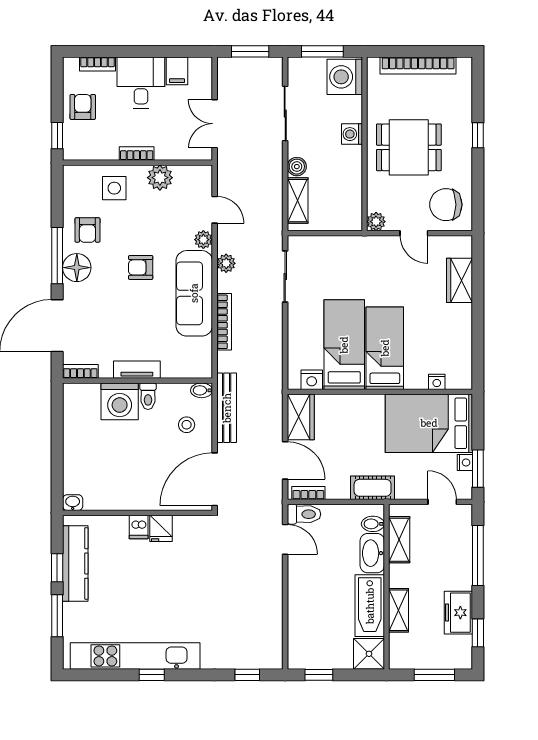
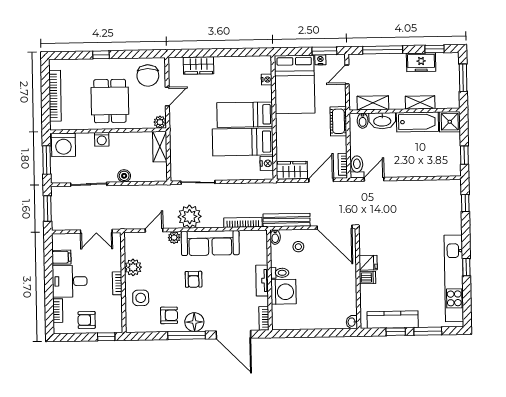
shelving: (298, 201) -> (160, 147), moved, turned 90
plant: (226, 263) -> (190, 217), width x1.88, depth x1.88
bookcase: (224, 322) -> (243, 222), moved

